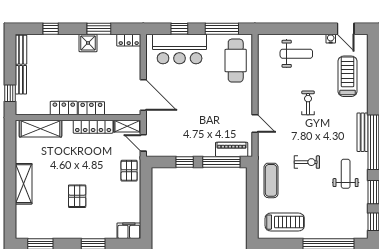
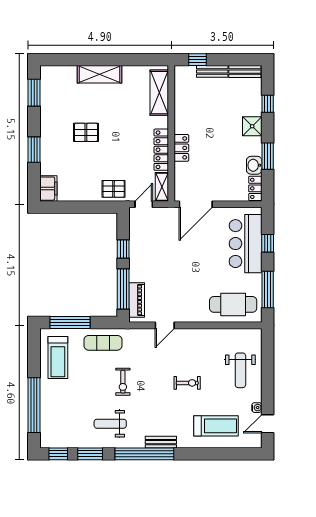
washbasin: (107, 41) -> (254, 165), added
shower: (88, 43) -> (252, 126), moved
locker: (64, 108) -> (182, 118), removed
bench: (363, 132) -> (161, 442), width x0.73
weight bench: (346, 174) -> (110, 424), turned 180
window: (252, 211) -> (70, 322), added

